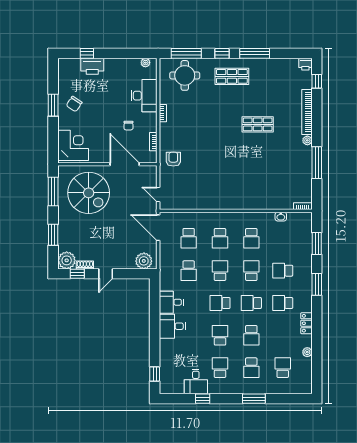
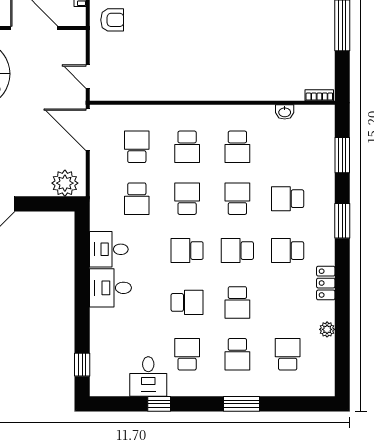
armchair: (173, 159) -> (112, 20), turned 90
school desk: (189, 238) -> (137, 147), turned 180
school desk: (220, 335) -> (187, 302), turned 90

